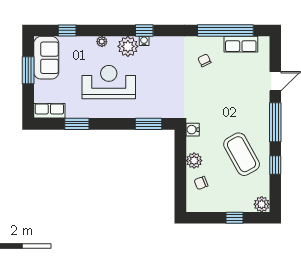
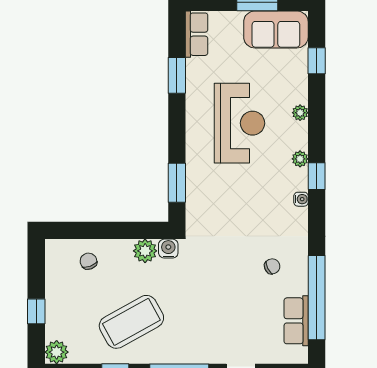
water cooler: (144, 41) -> (301, 199), moved
plant: (128, 46) -> (300, 159), width x0.53, depth x0.53
plant: (194, 161) -> (145, 251), moved

